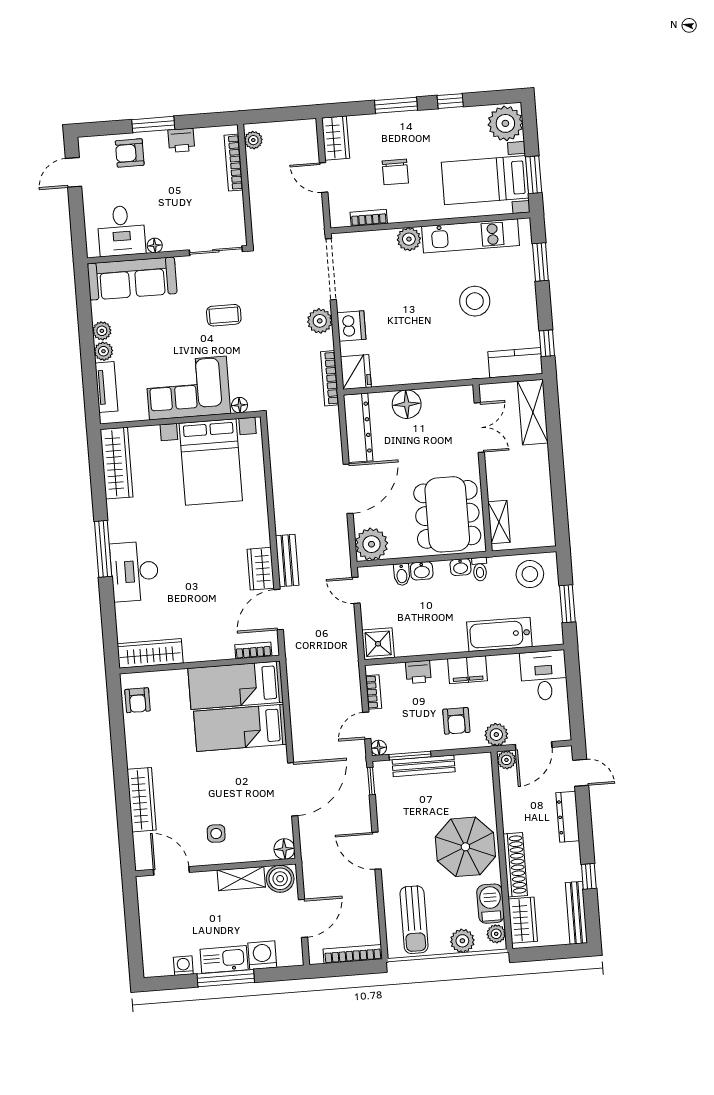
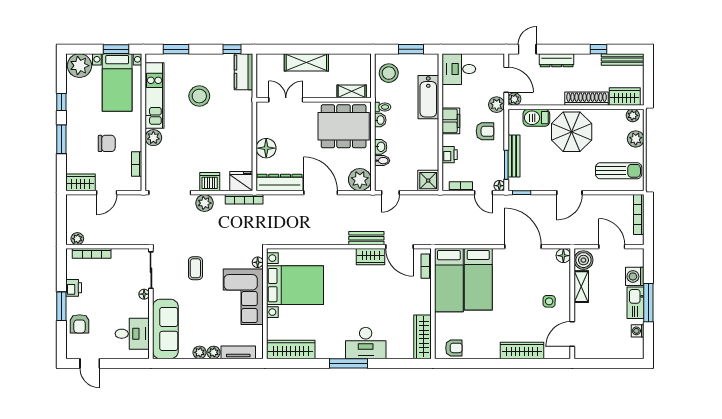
floor lamp: (155, 245) -> (144, 294), moved
shelving: (533, 412) -> (306, 62), moved
barbecue: (490, 904) -> (536, 118), moved

